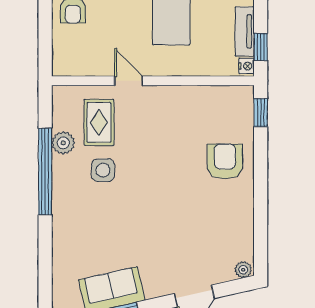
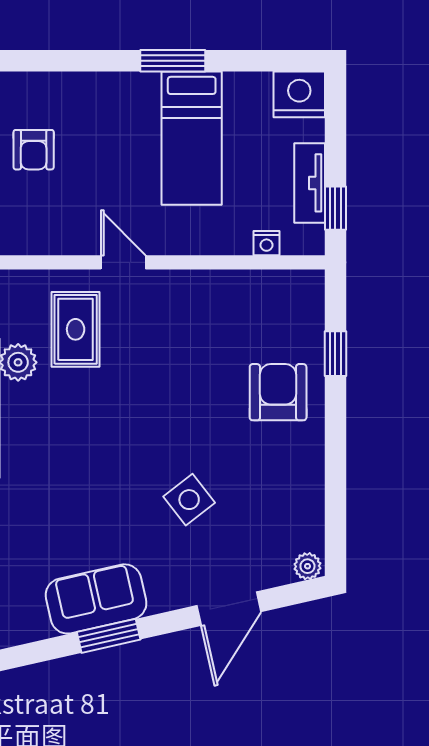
nightstand: (246, 66) -> (267, 243), moved, turned 90
window: (261, 113) -> (335, 354), moved
side table: (103, 170) -> (189, 500), moved, turned -38

